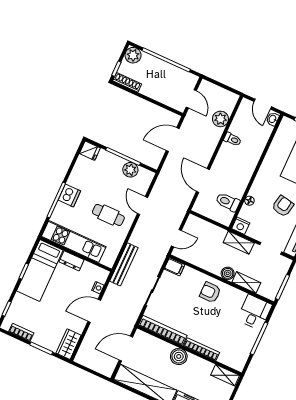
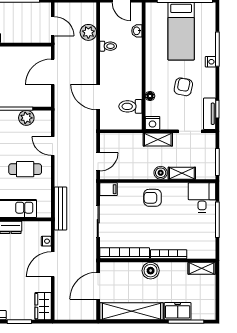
washbasin: (273, 119) -> (137, 31), moved

